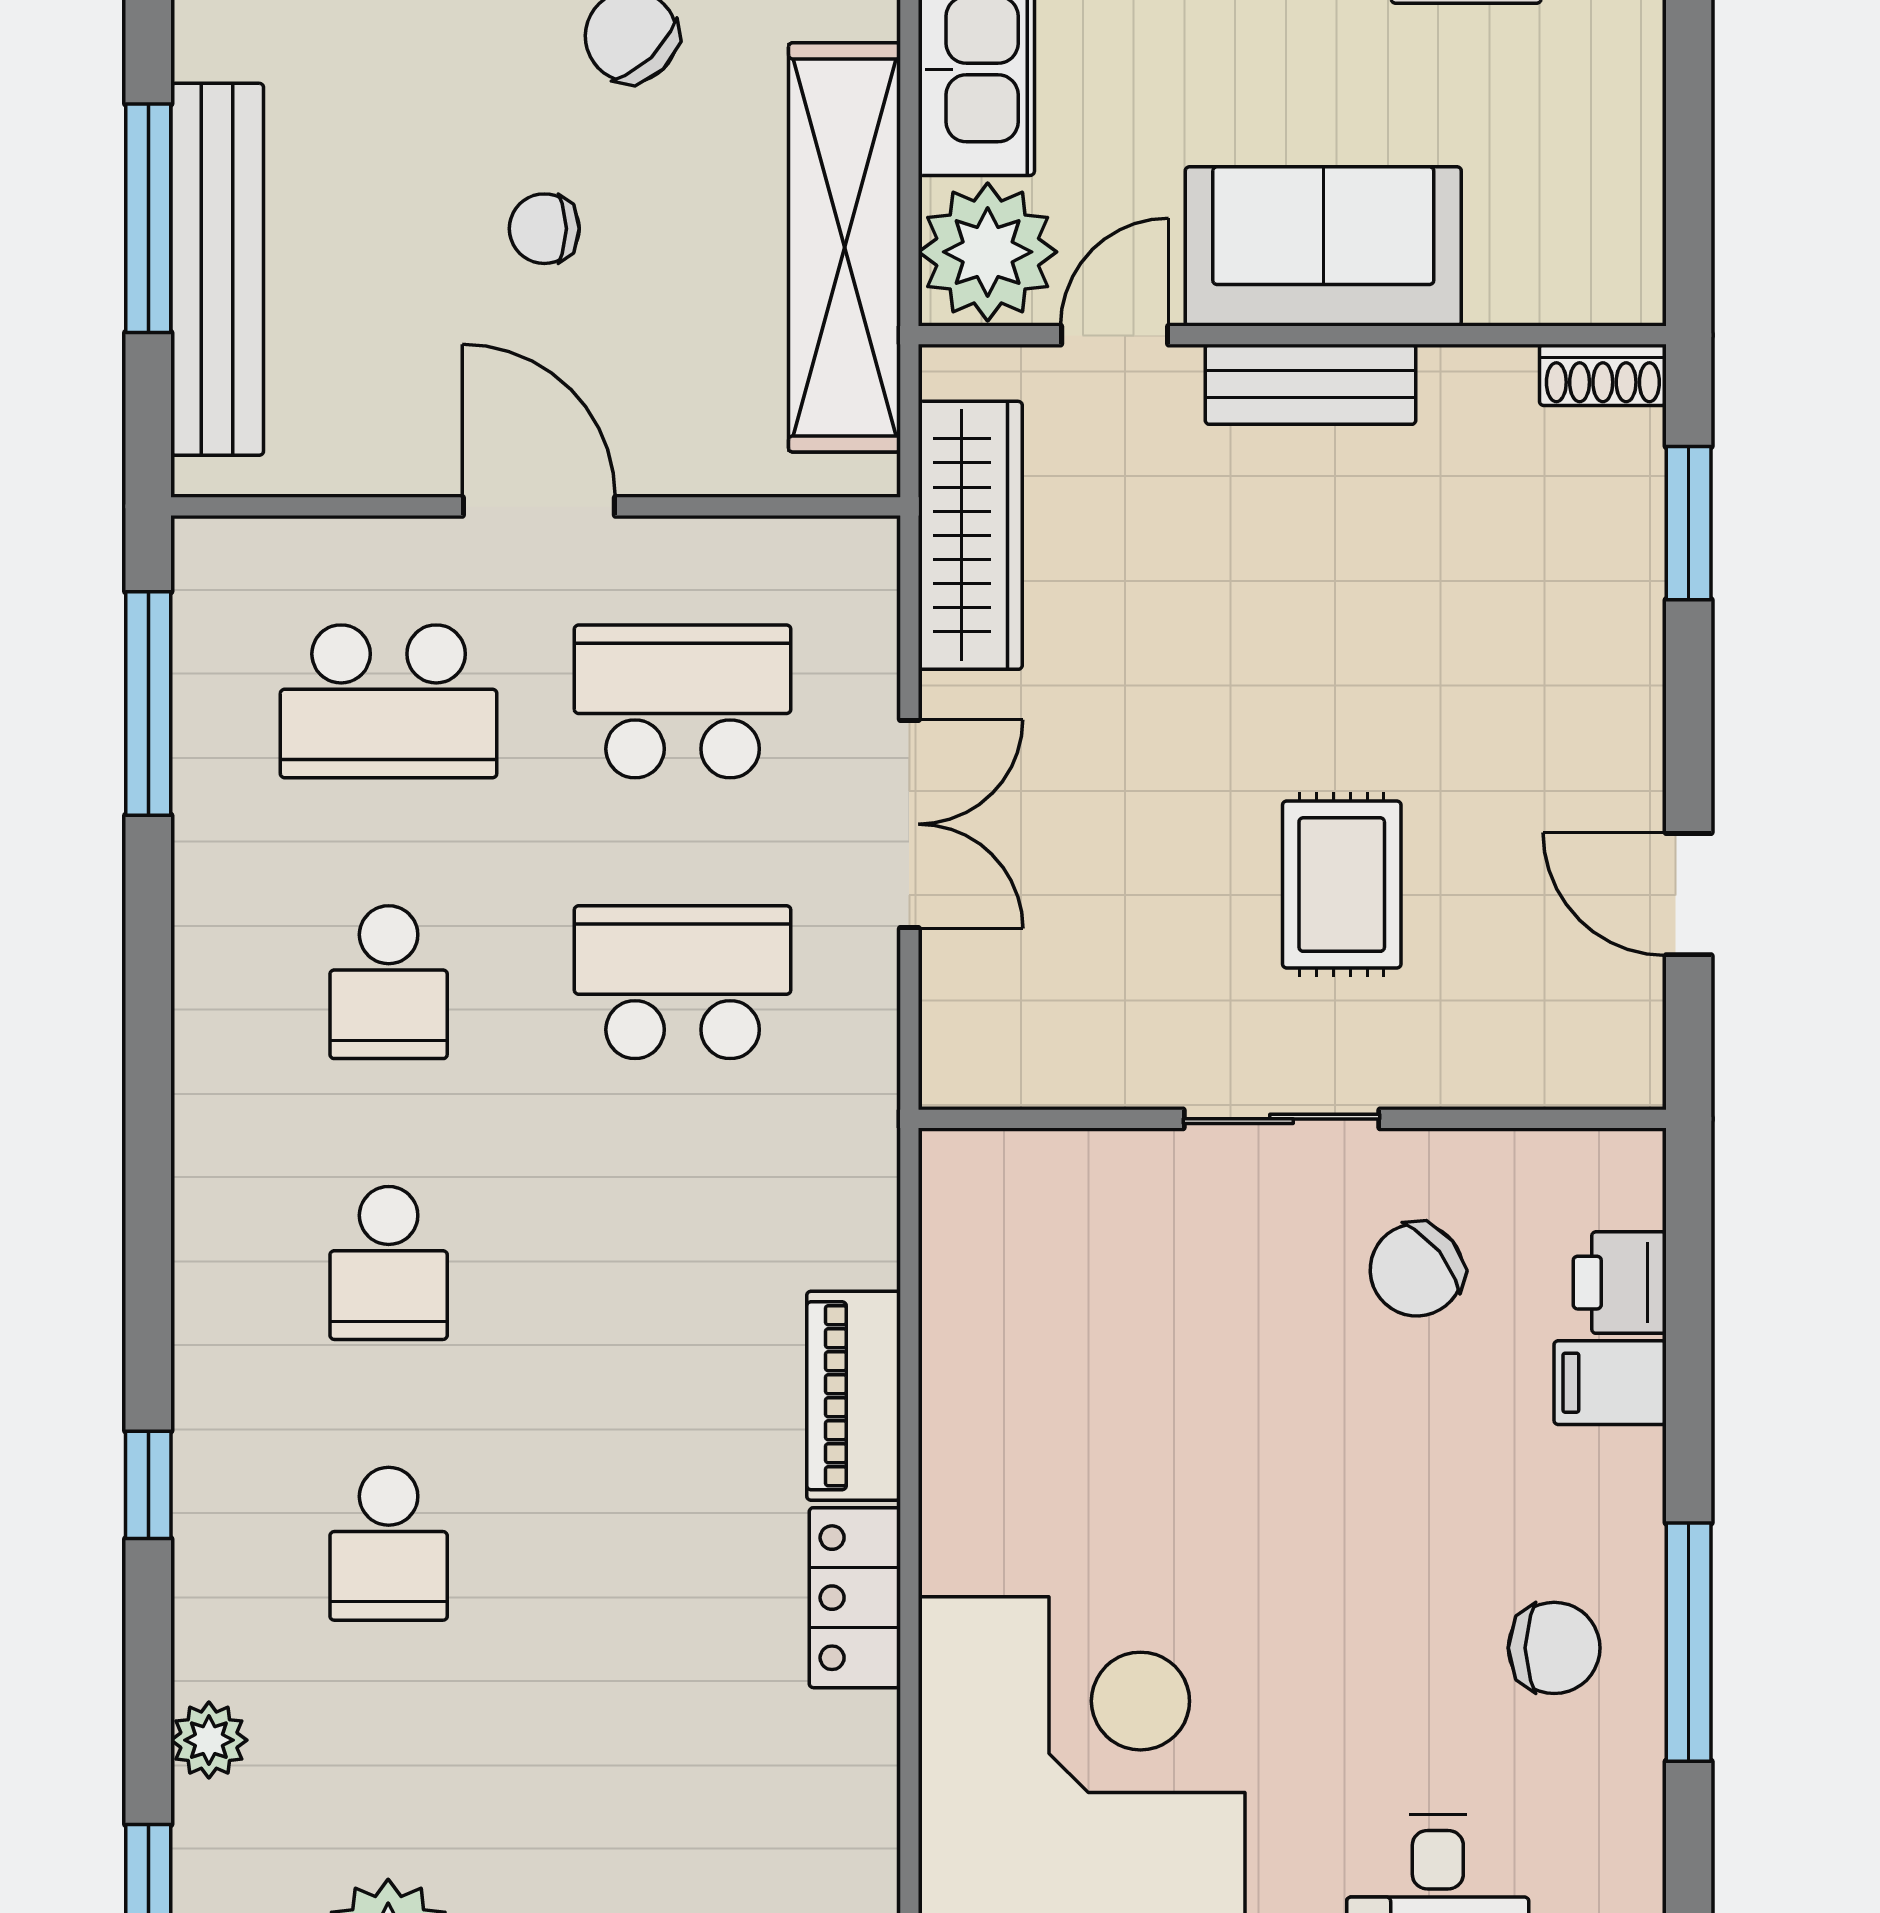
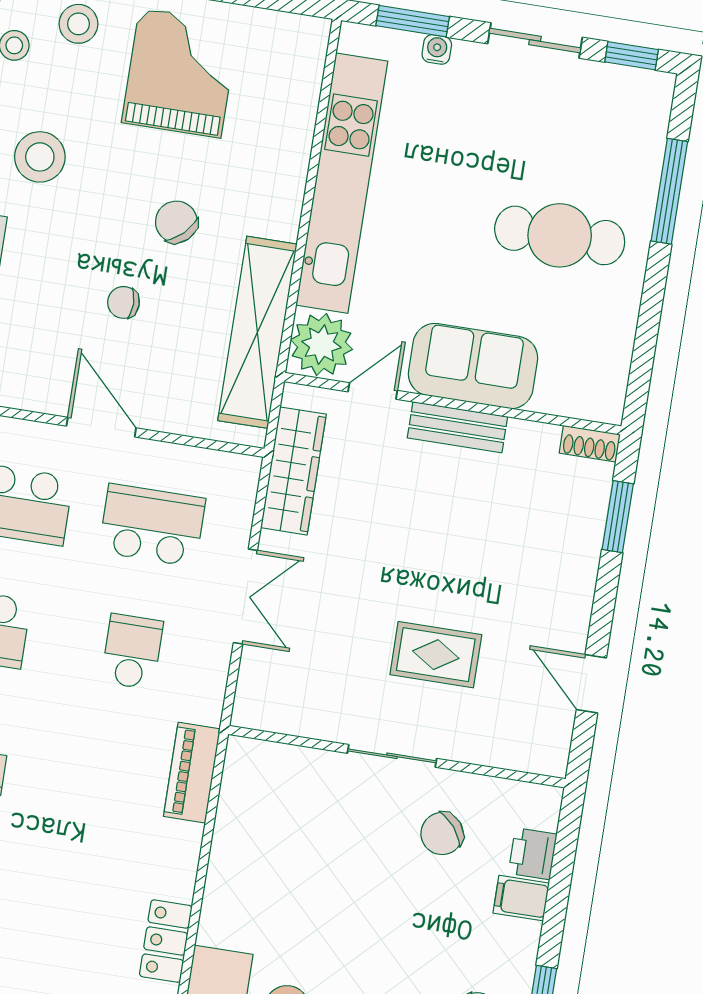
rug: (1342, 885) -> (436, 655), turned 90
school desk: (683, 982) -> (132, 652), width x0.54
piano: (854, 1396) -> (192, 773), moved

